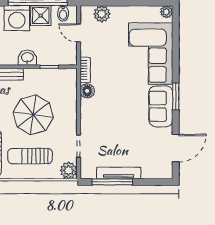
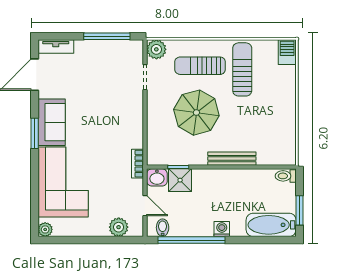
shower: (41, 16) -> (180, 180), moved
washing machine: (17, 18) -> (222, 229), width x0.53, depth x0.53
washbasin: (27, 58) -> (157, 177), moved
floor lamp: (87, 91) -> (135, 140), removed
sun lounger: (30, 156) -> (200, 66), turned 180
tv unit: (119, 173) -> (56, 46), moved, width x0.71

